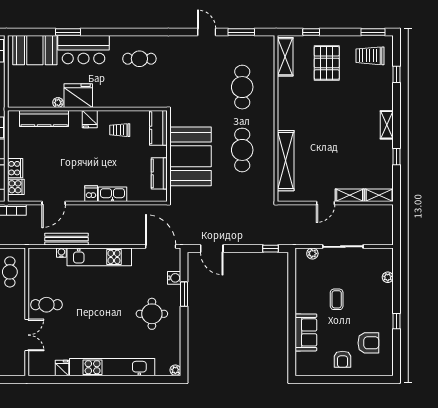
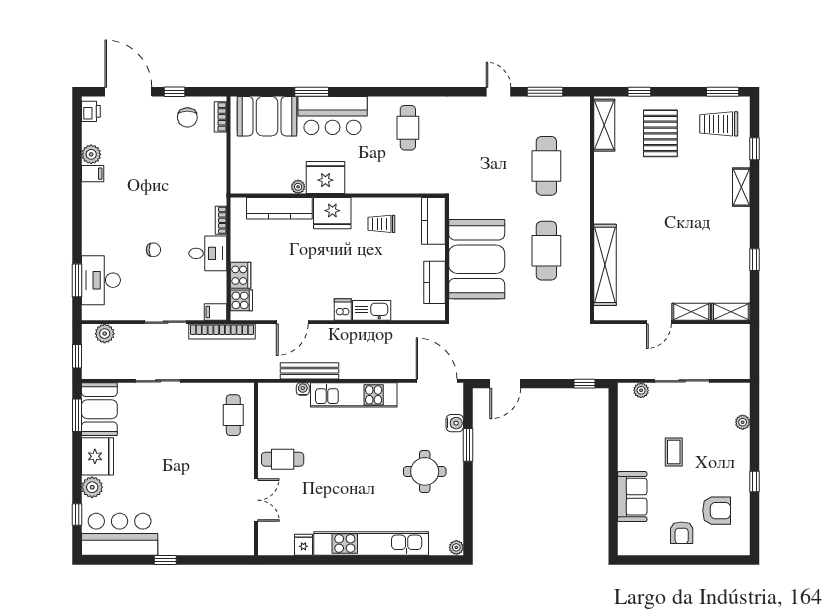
cafe table: (139, 59) -> (408, 128), turned 90
fridge: (90, 119) -> (332, 213), width x1.88, depth x1.34
shelving: (387, 125) -> (741, 187), moved
door: (212, 249) -> (505, 384), hinge flipped

